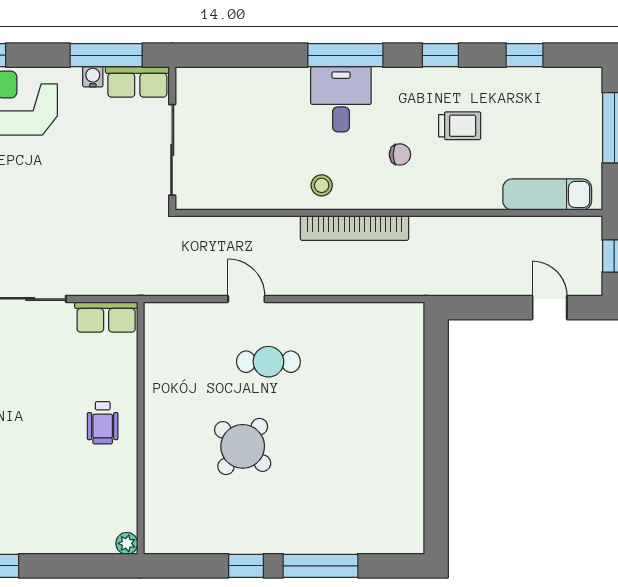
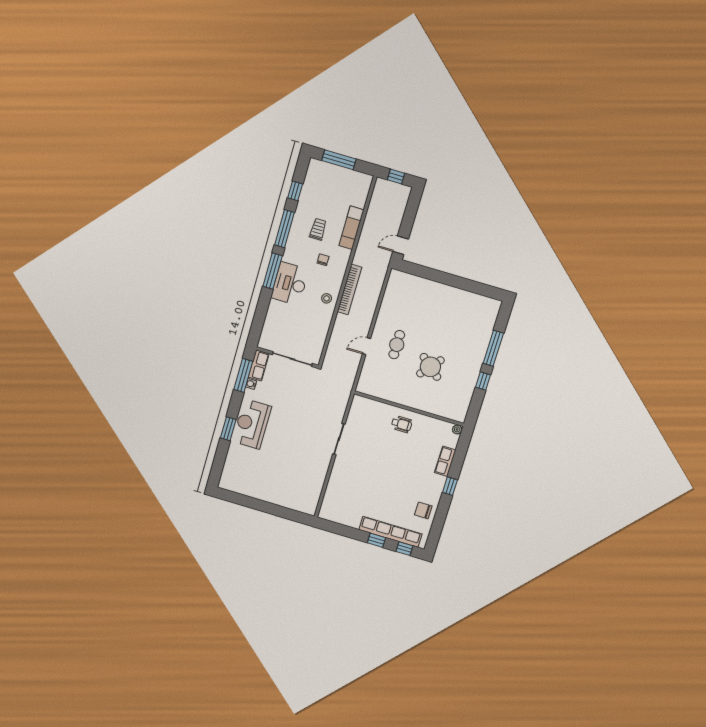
window: (440, 55) -> (284, 229), width x2.17
desk: (341, 99) -> (290, 284), width x1.37
exam couch: (547, 194) -> (351, 228), moved
door: (550, 308) -> (401, 245), moved
row of seats: (106, 317) -> (445, 461), moved, turned 180

